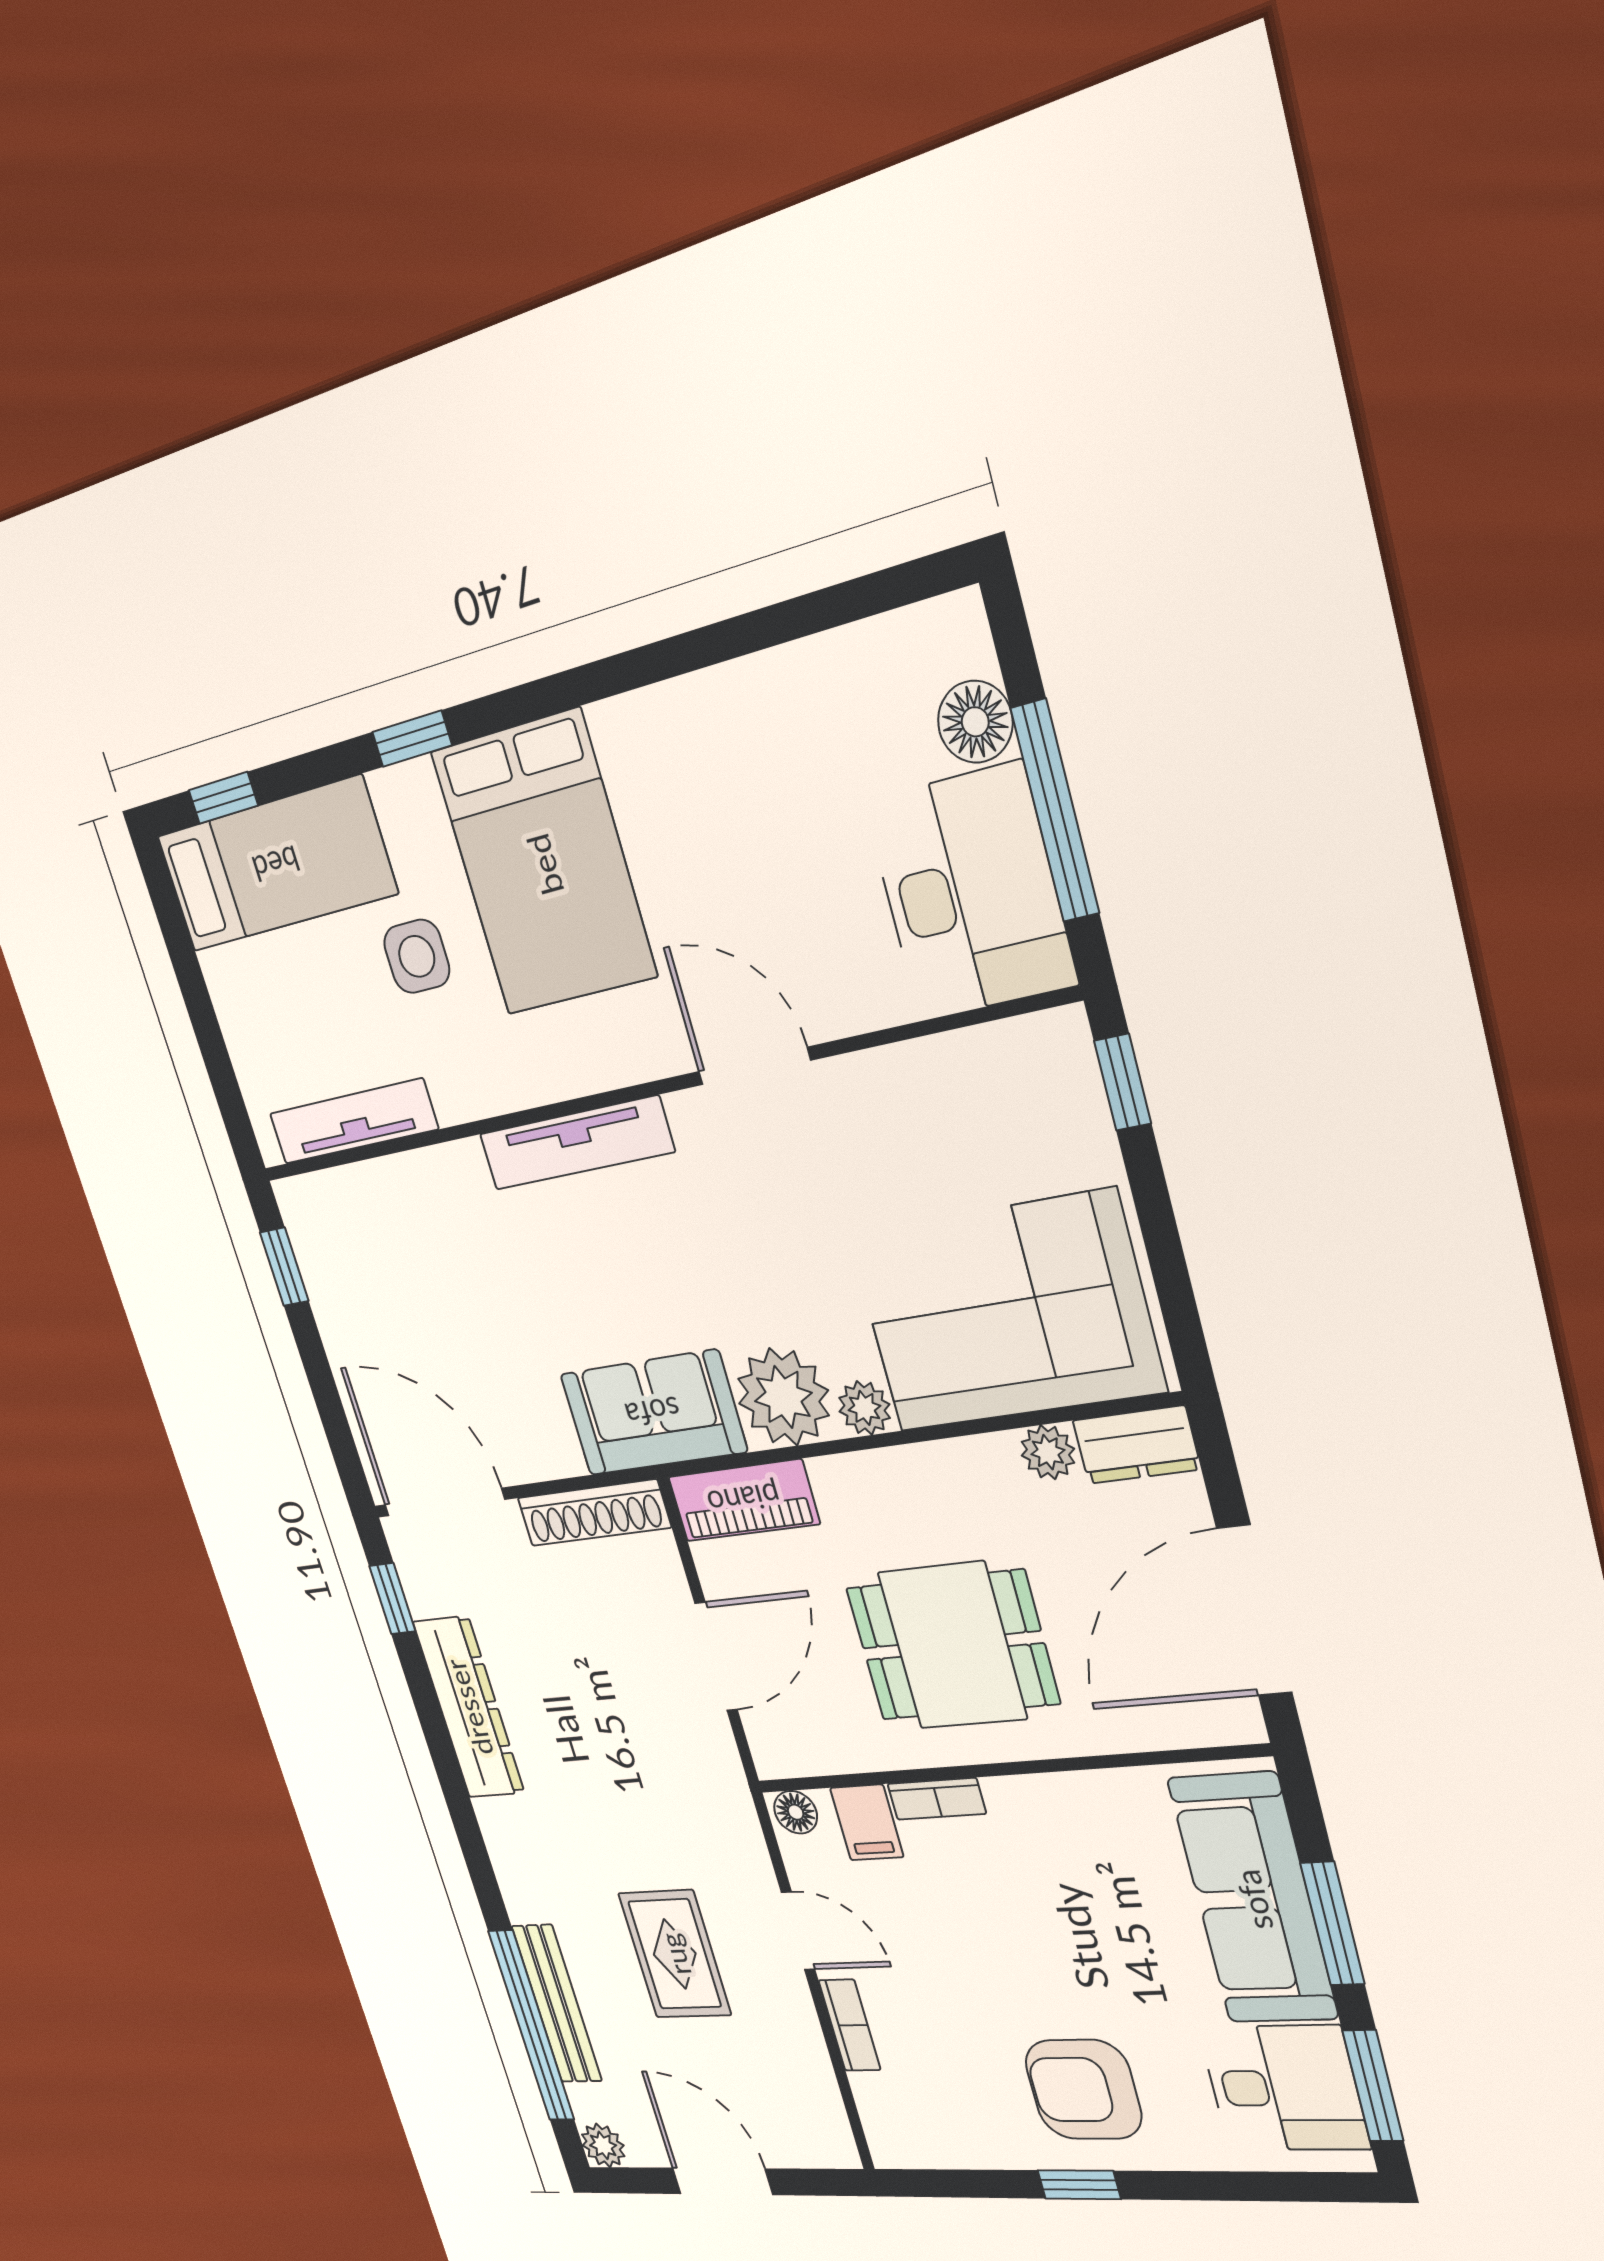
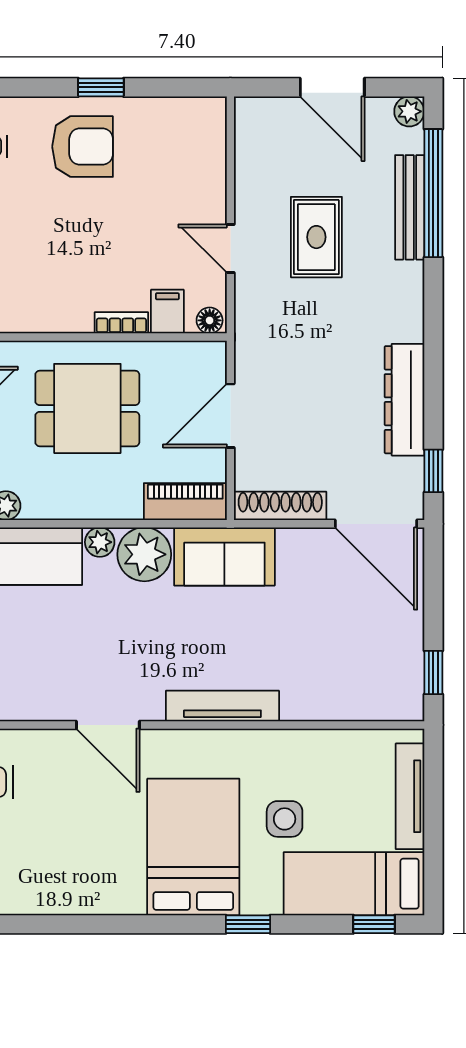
tv unit: (353, 1121) -> (410, 796), moved, turned 90
bookcase: (850, 2025) -> (215, 189), removed

